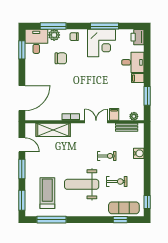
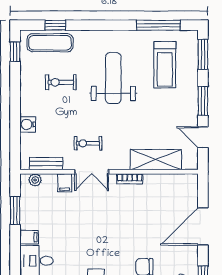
door: (22, 98) -> (203, 226), moved
exercise bike: (107, 156) -> (88, 143), moved
weight bench: (82, 184) -> (113, 78), turned -90

